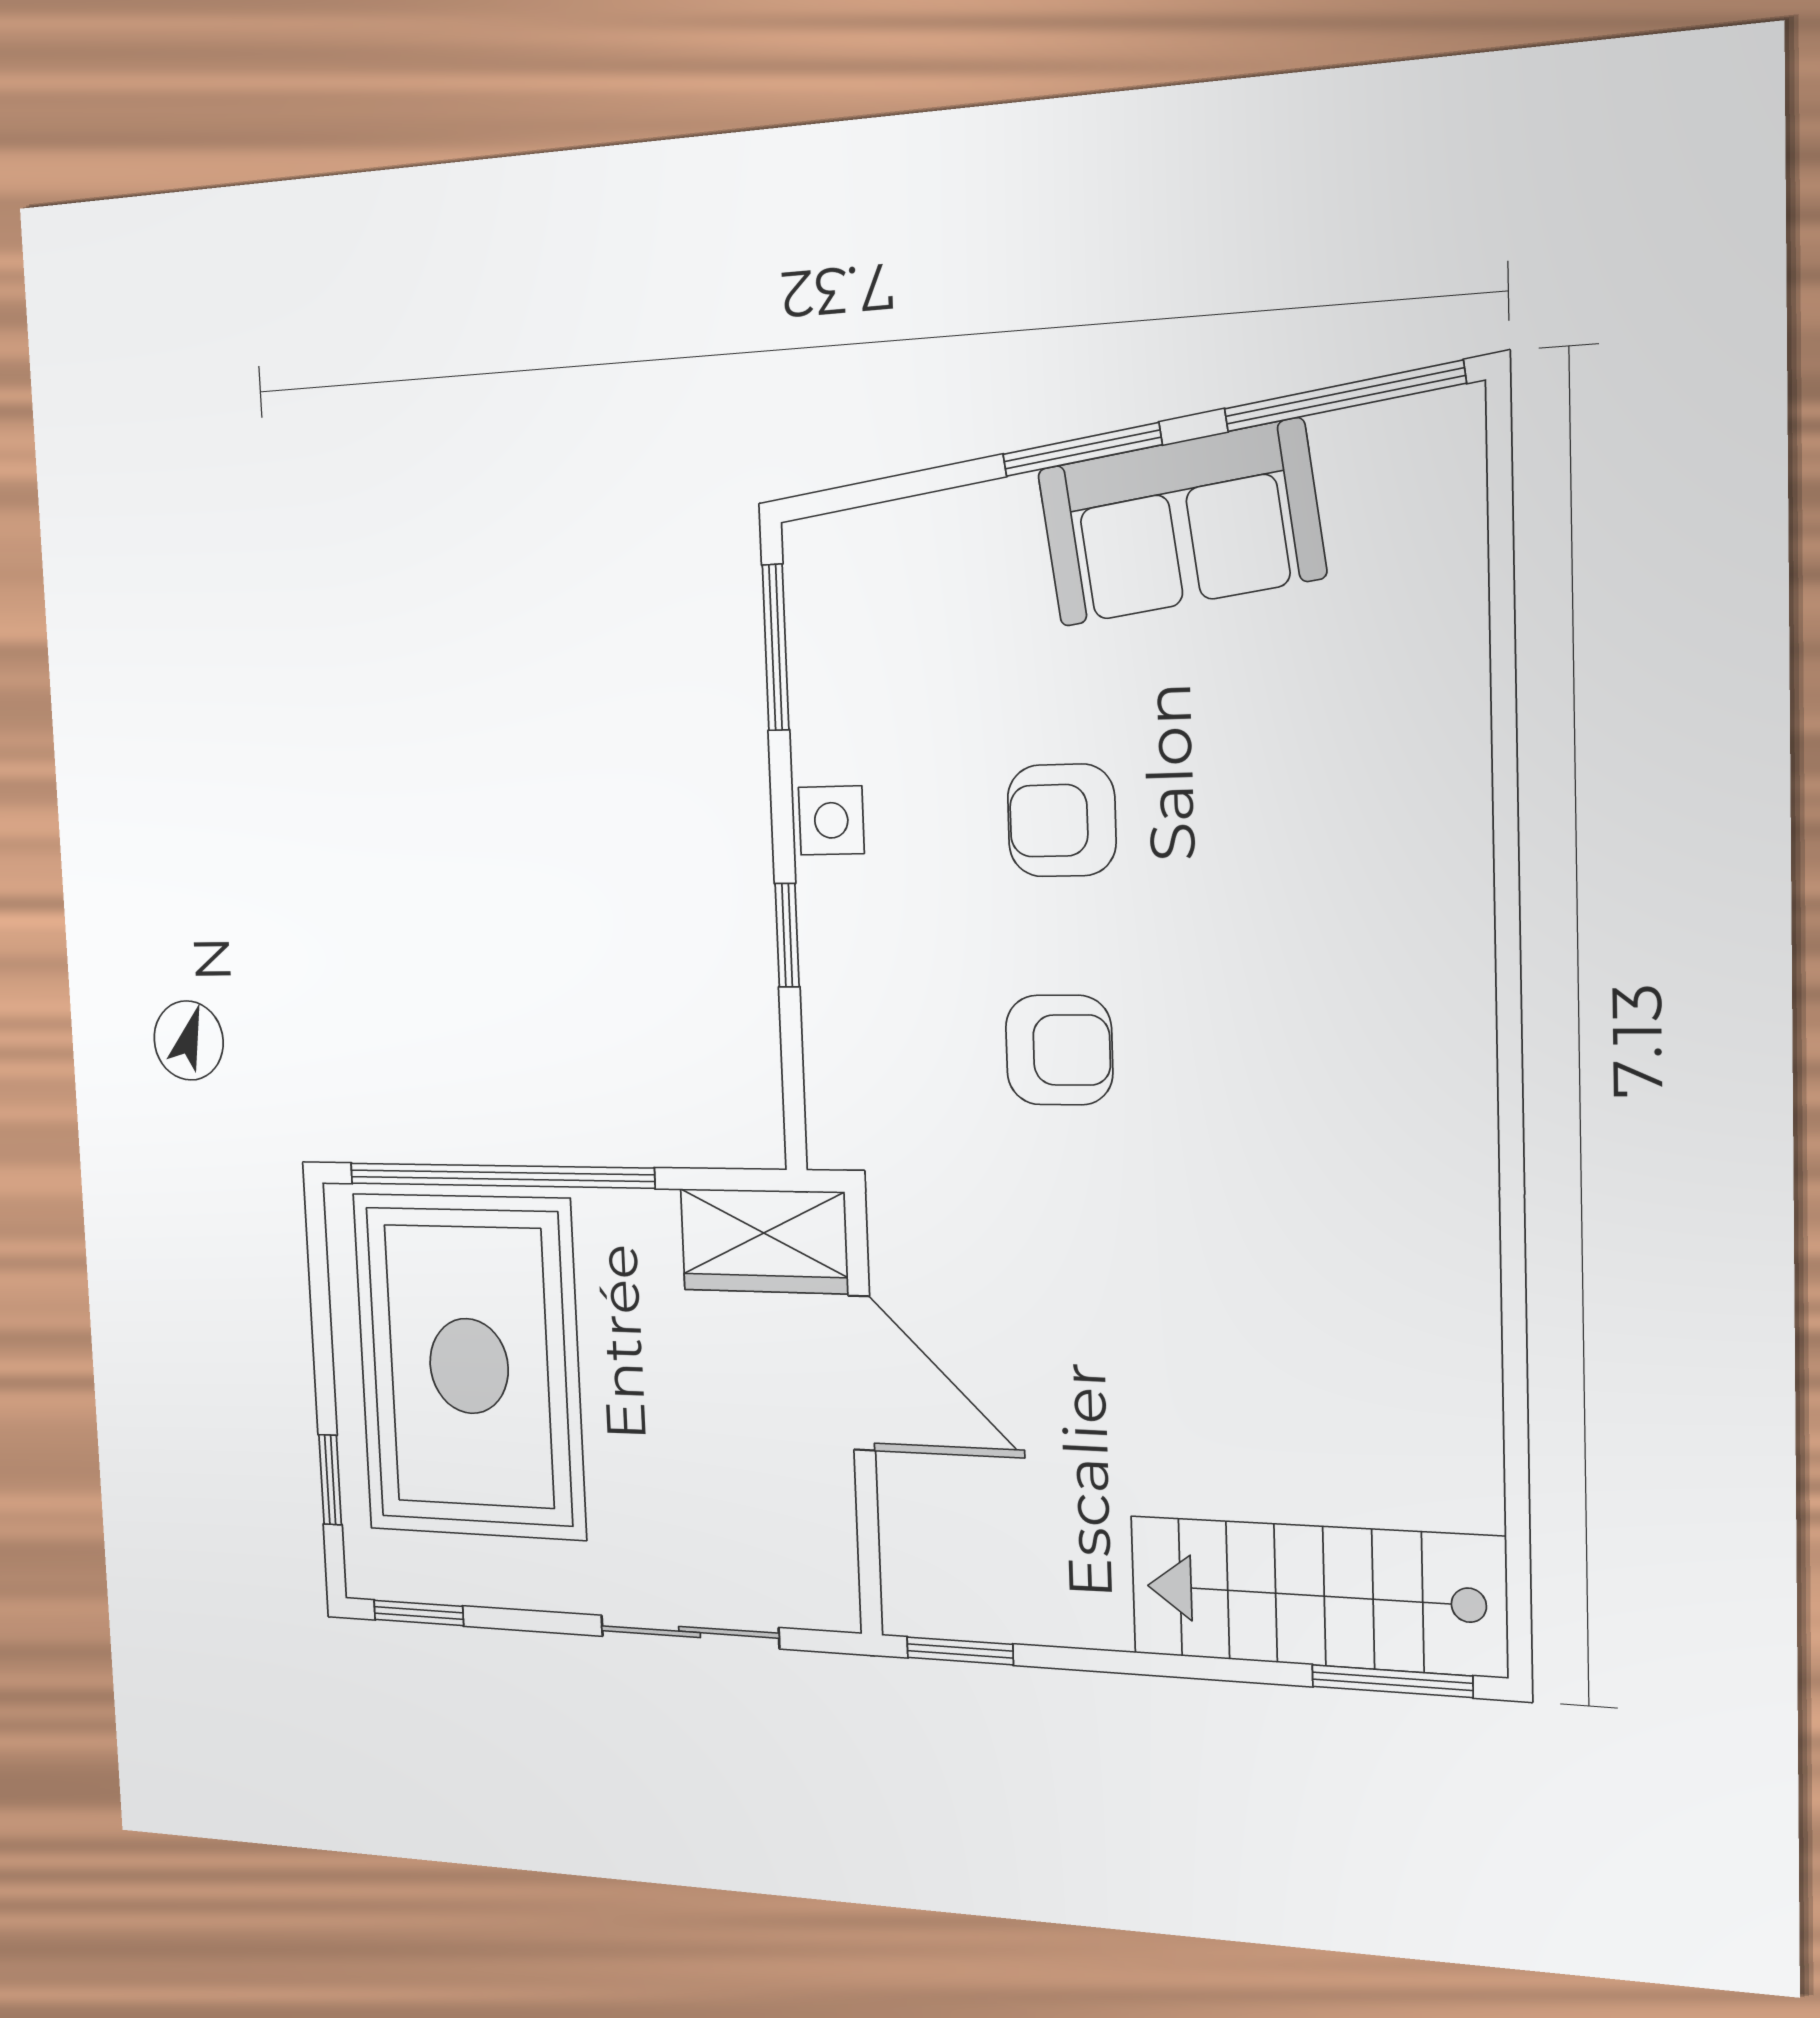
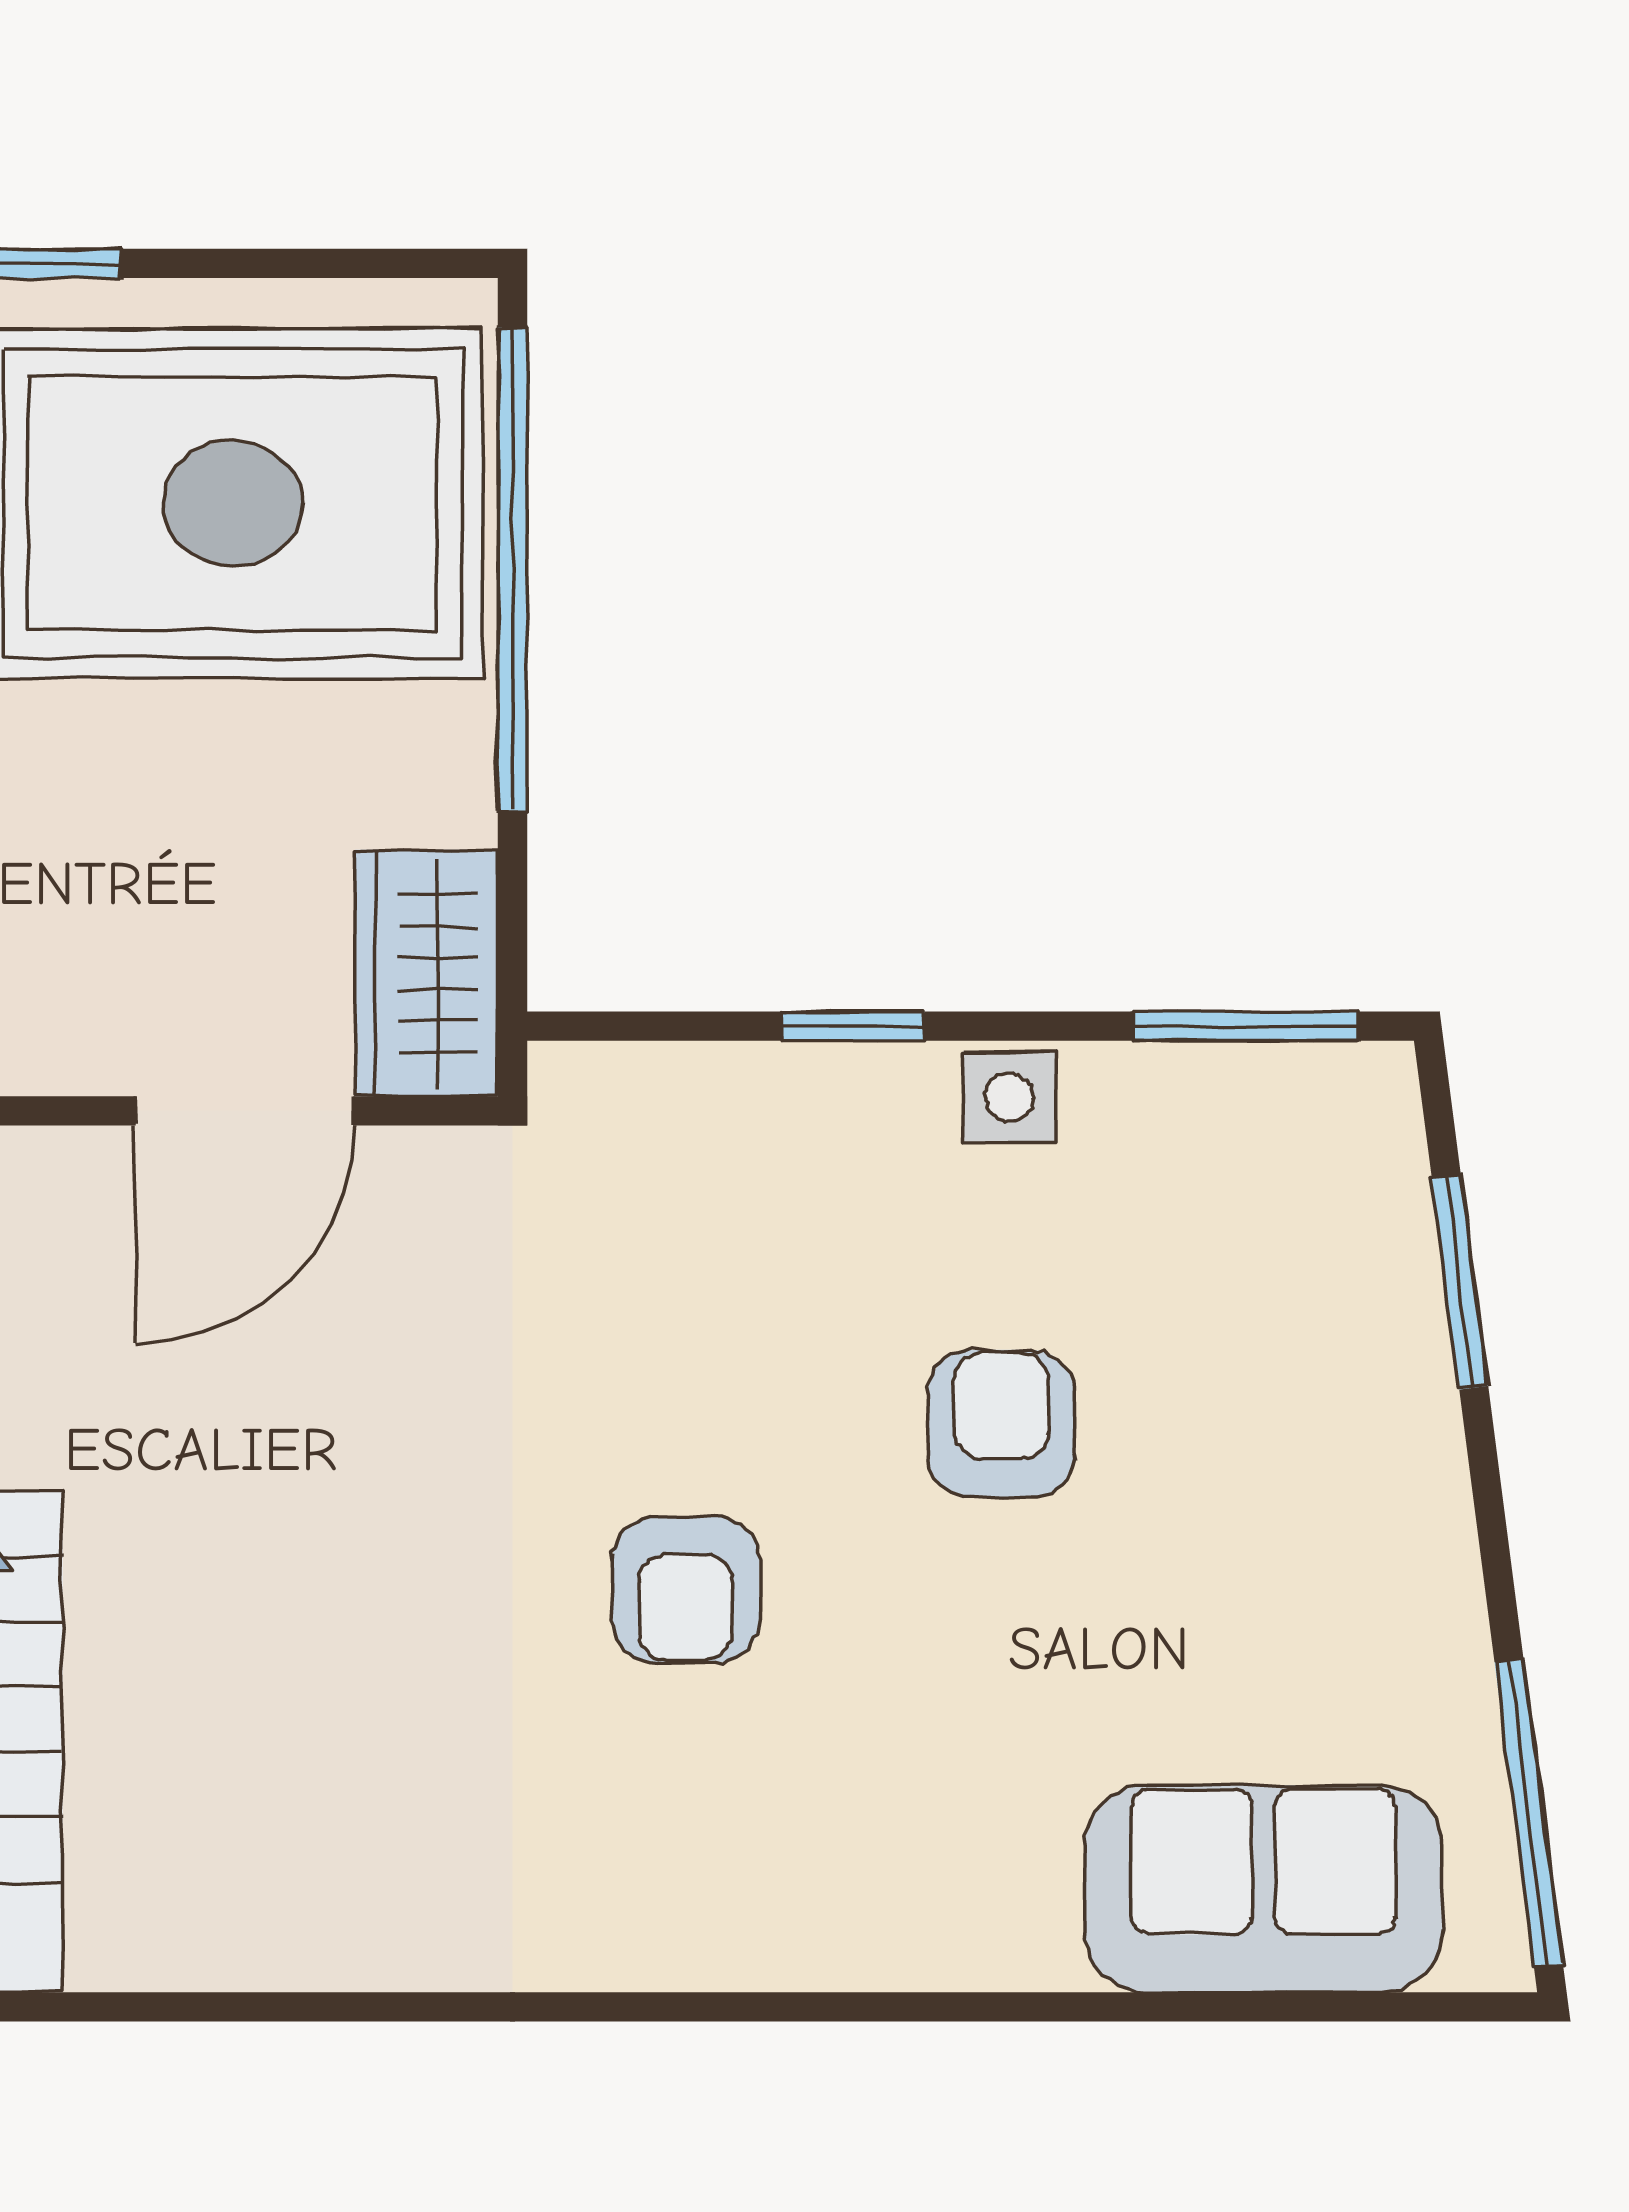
window: (1082, 450) -> (1460, 1282), moved
sofa: (1181, 523) -> (1264, 1889), moved, turned 97
armchair: (1059, 1050) -> (686, 1590), moved

